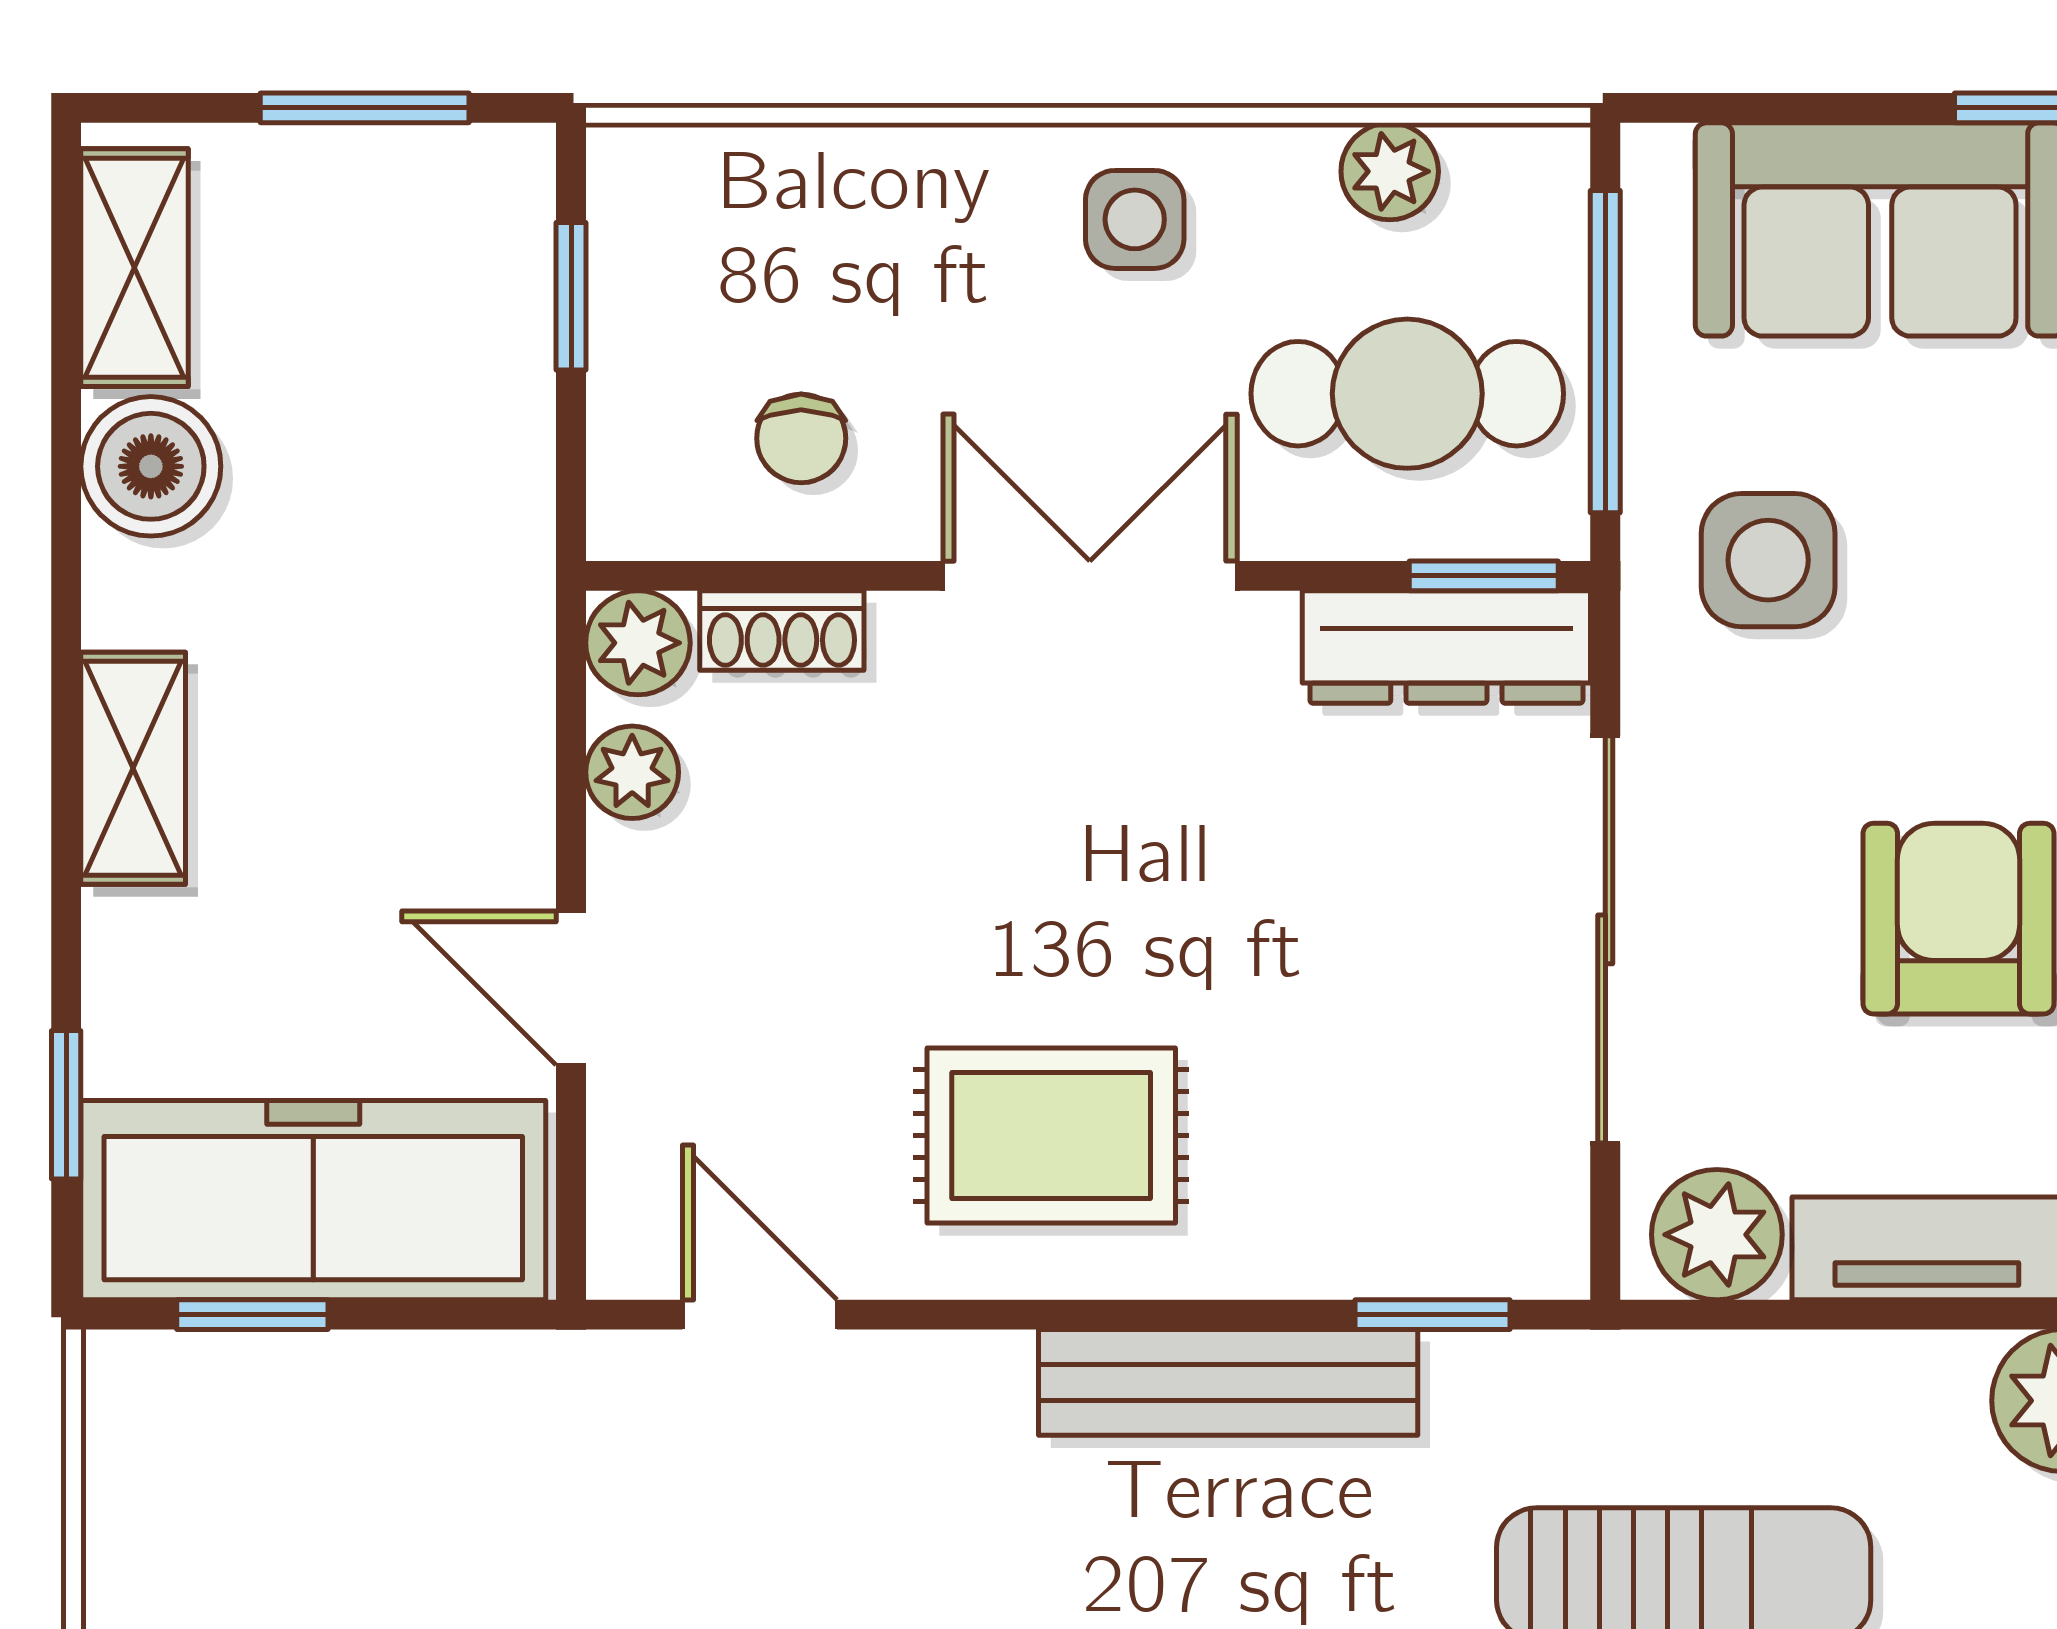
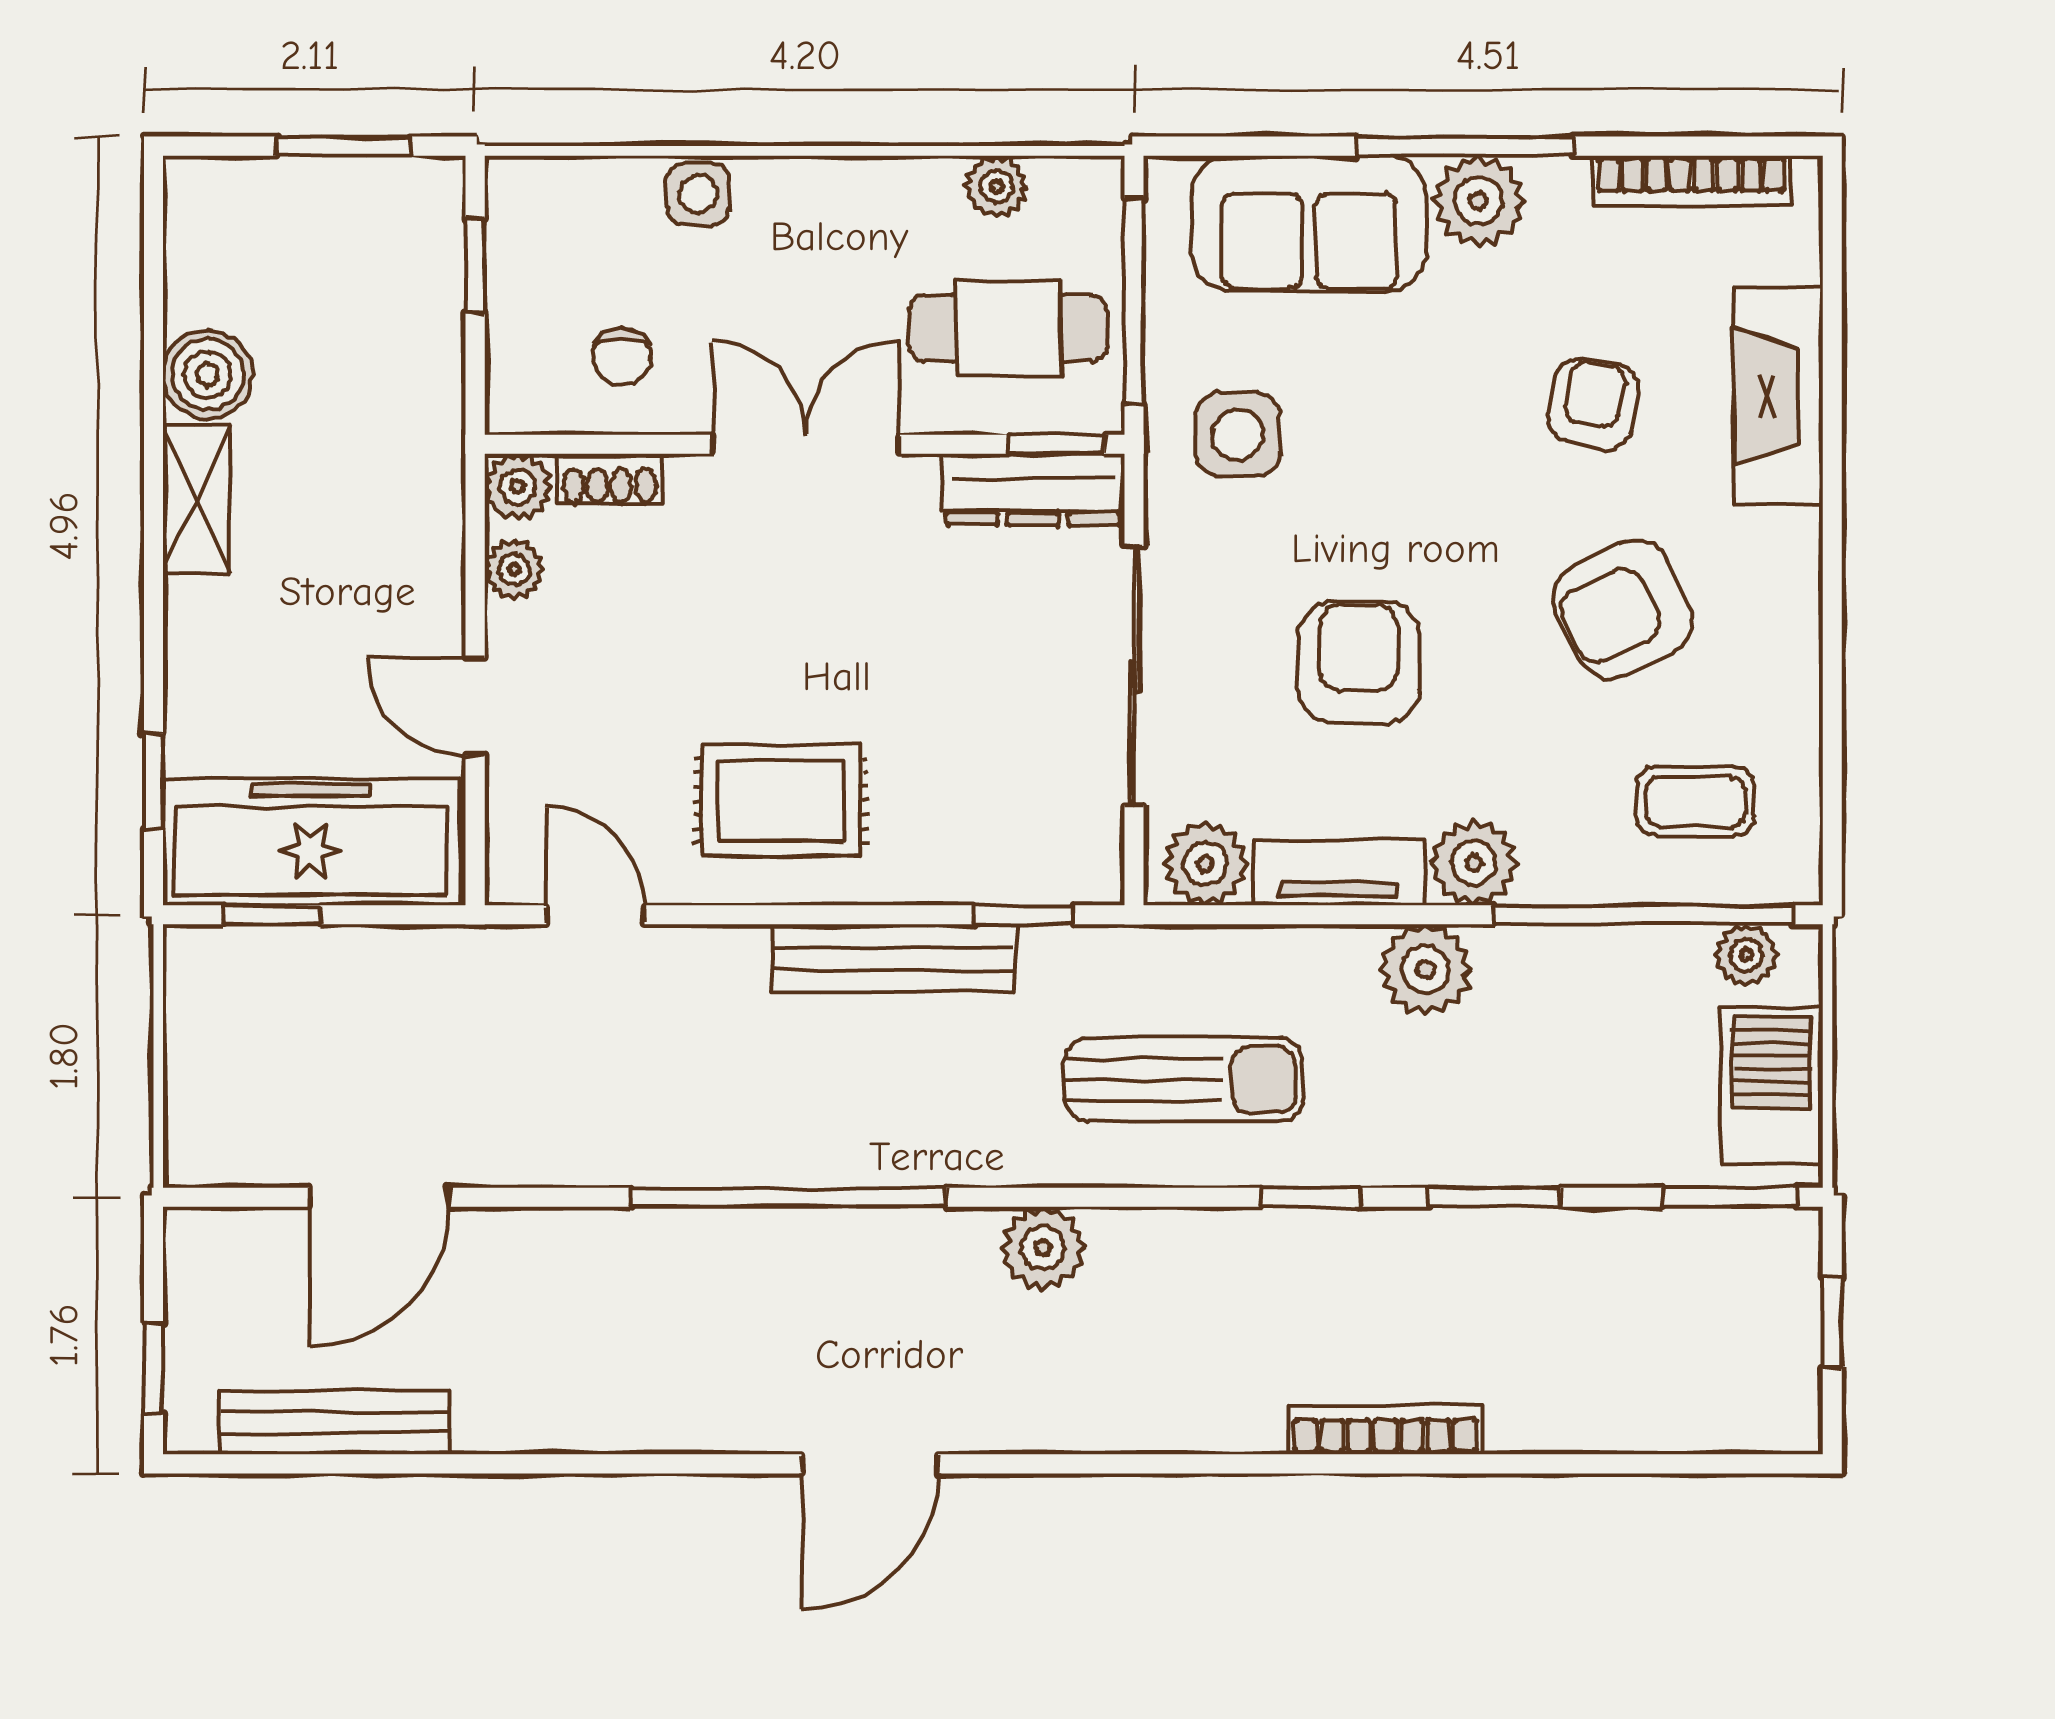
side table: (1135, 219) -> (698, 194), moved
shelving: (134, 268) -> (197, 248), removed
shelving: (133, 768) -> (196, 499), moved

